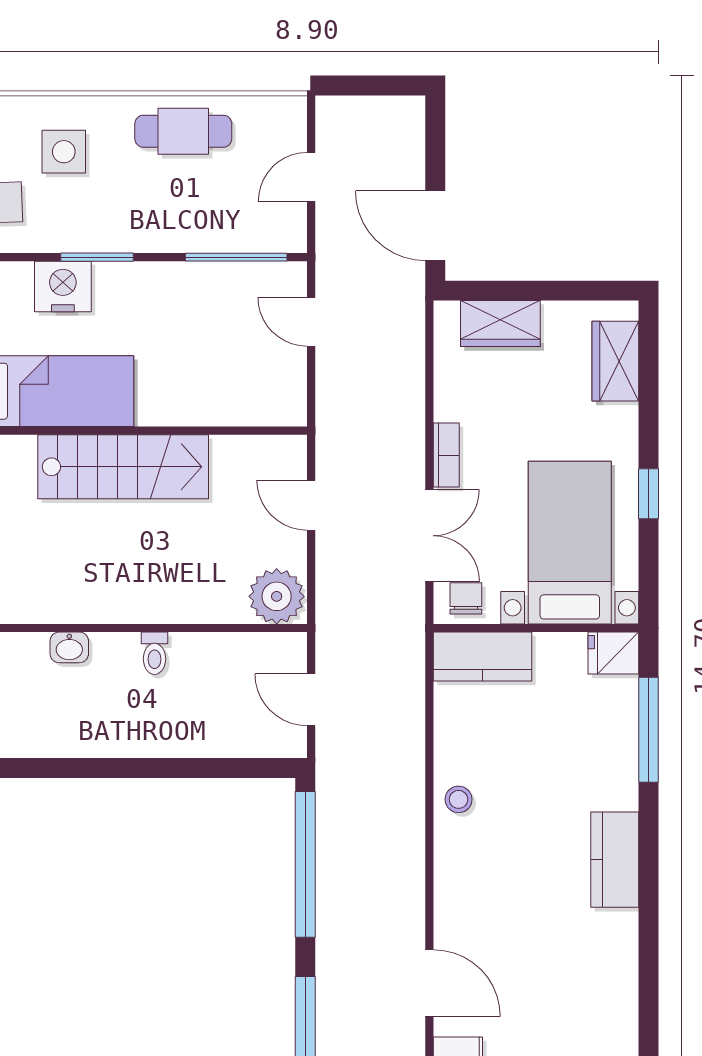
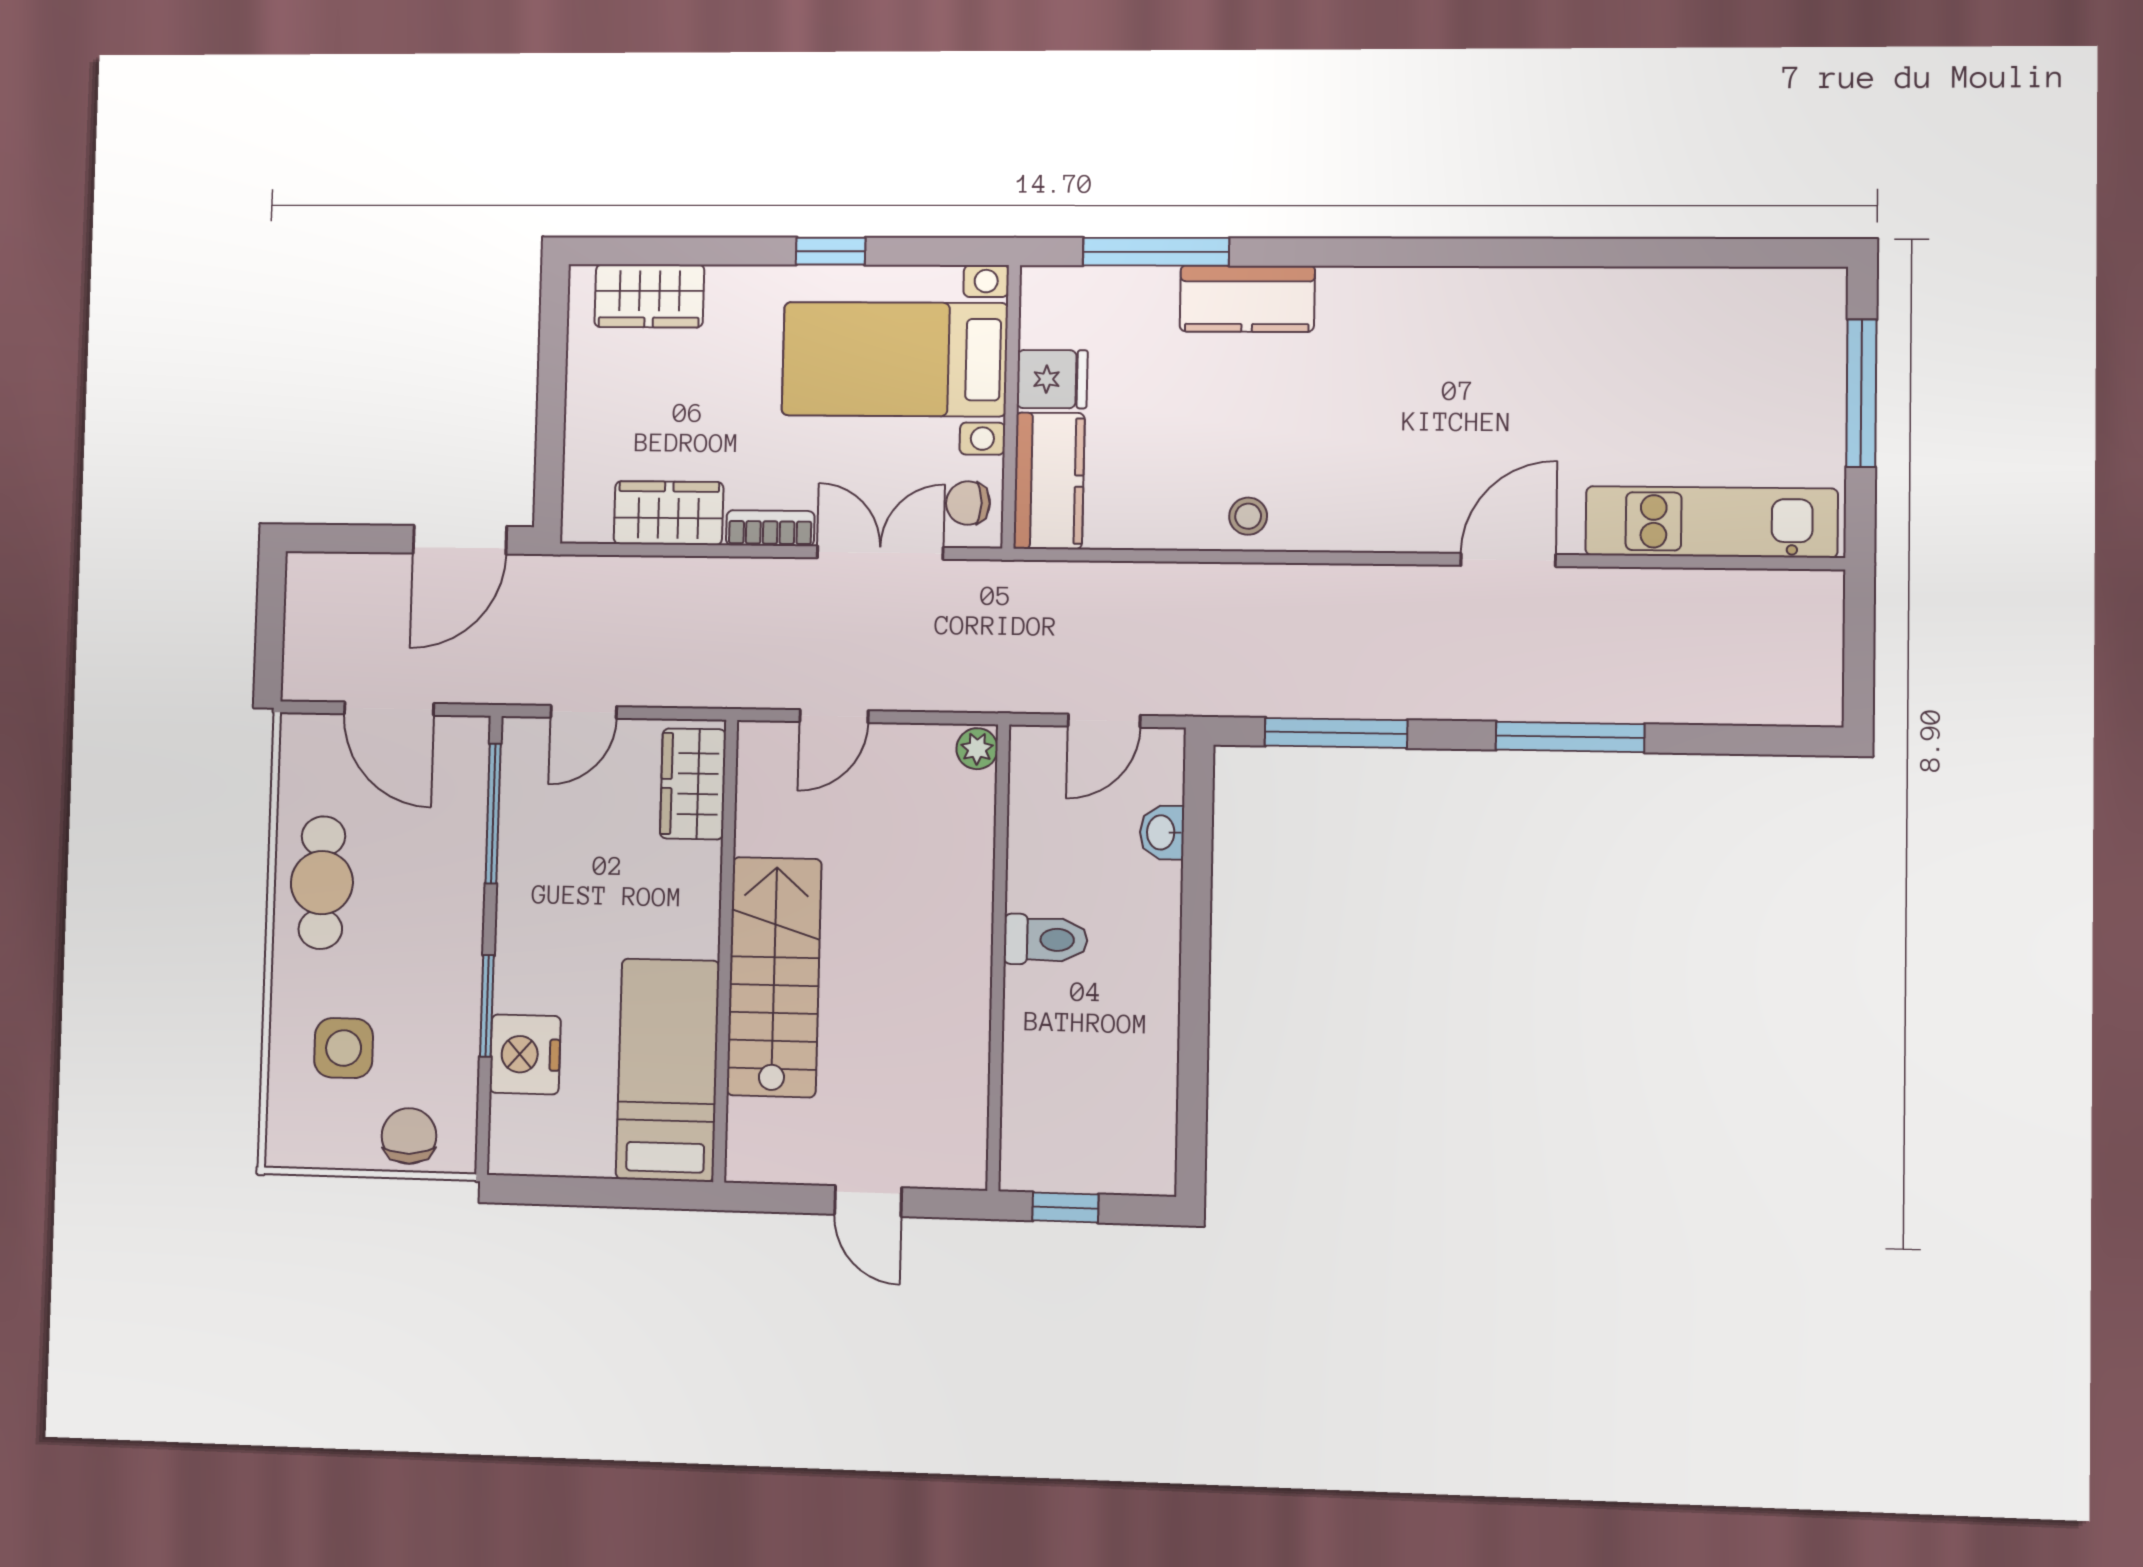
door: (311, 177) -> (389, 709), width x1.38
wardrobe: (500, 324) -> (669, 513), moved, turned -90
wardrobe: (260, 404) -> (693, 784), added
plant: (277, 596) -> (977, 749), width x0.53, depth x0.53
washbasin: (69, 647) -> (1162, 832), moved, turned 180
toilet: (154, 653) -> (1046, 940), width x1.37, depth x1.39
fridge: (613, 653) -> (1052, 379), moved, turned -90
kitchen counter: (615, 860) -> (1247, 299), moved
window: (305, 864) -> (1336, 733), width x0.68

